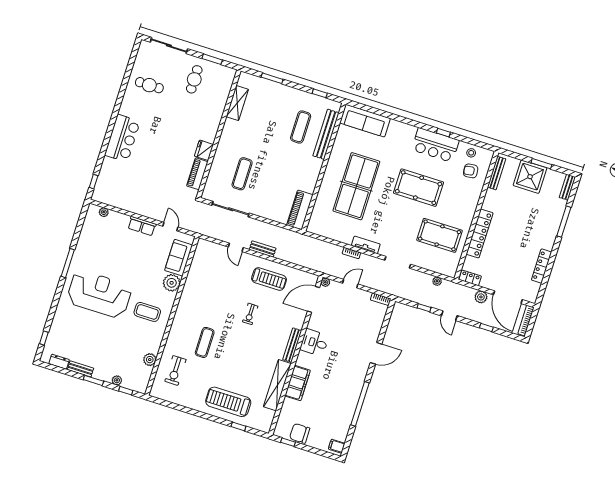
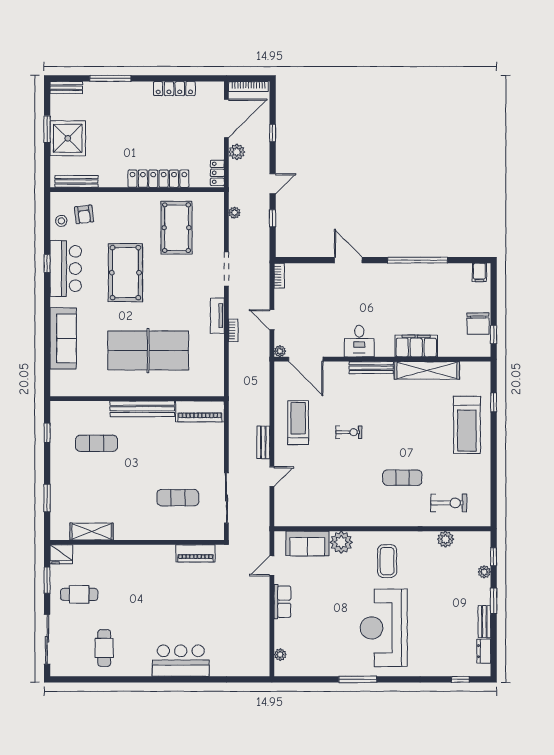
sofa: (365, 121) -> (63, 338), moved
bench: (326, 134) -> (142, 409), moved
fridge: (204, 150) -> (61, 554), moved
window: (94, 182) -> (246, 679), removed

